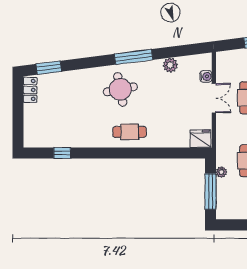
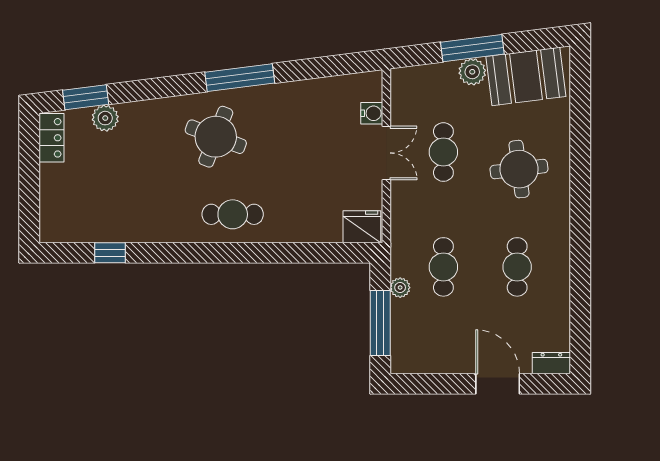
plant: (170, 65) -> (105, 118), moved
round table: (120, 89) -> (216, 137), turned 32

